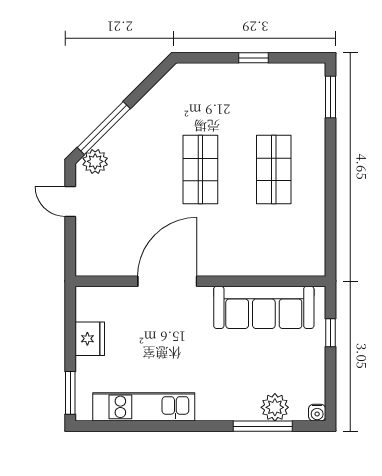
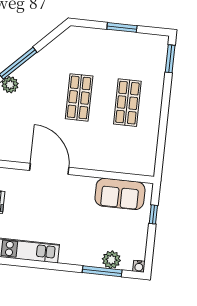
window: (253, 58) -> (122, 27), width x1.50
door: (167, 281) -> (49, 169), hinge flipped
sofa: (264, 307) -> (120, 194), width x0.73

